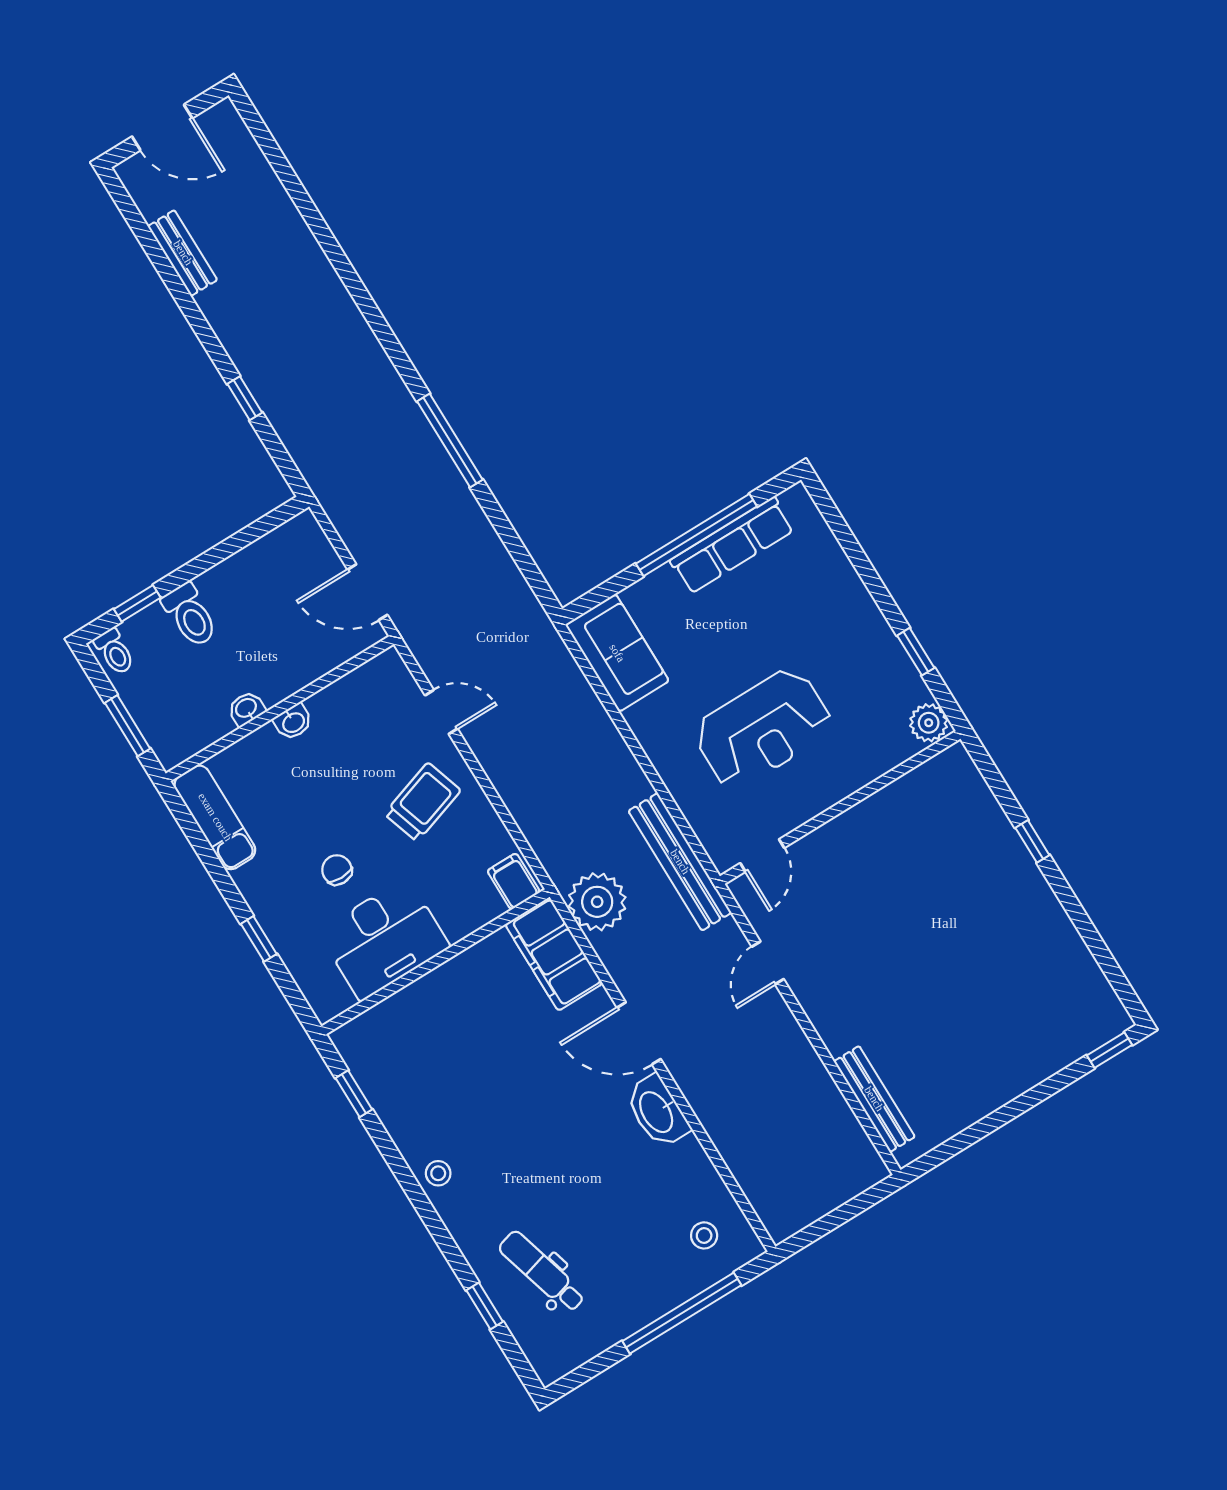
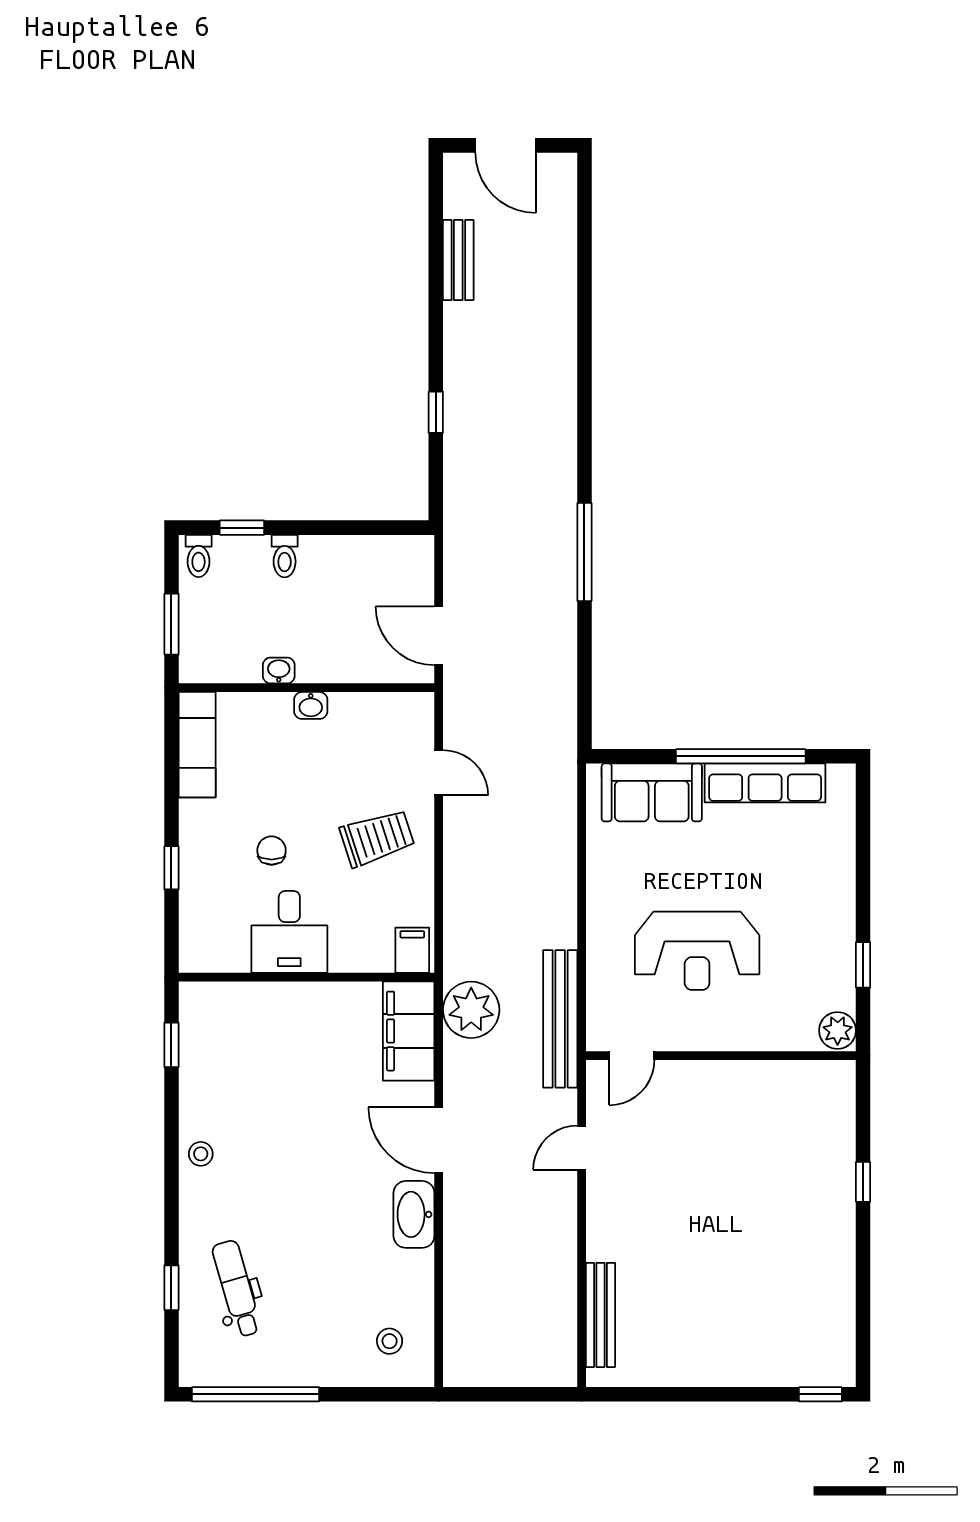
toilet: (190, 615) -> (285, 556), width x0.73, depth x0.72
sofa: (617, 653) -> (652, 792), moved, turned 90
desk: (384, 939) -> (289, 932), width x0.73
window: (682, 1313) -> (255, 1394), moved

